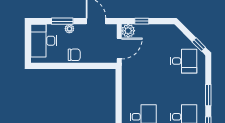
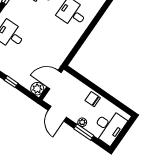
window: (142, 21) -> (11, 82), moved

